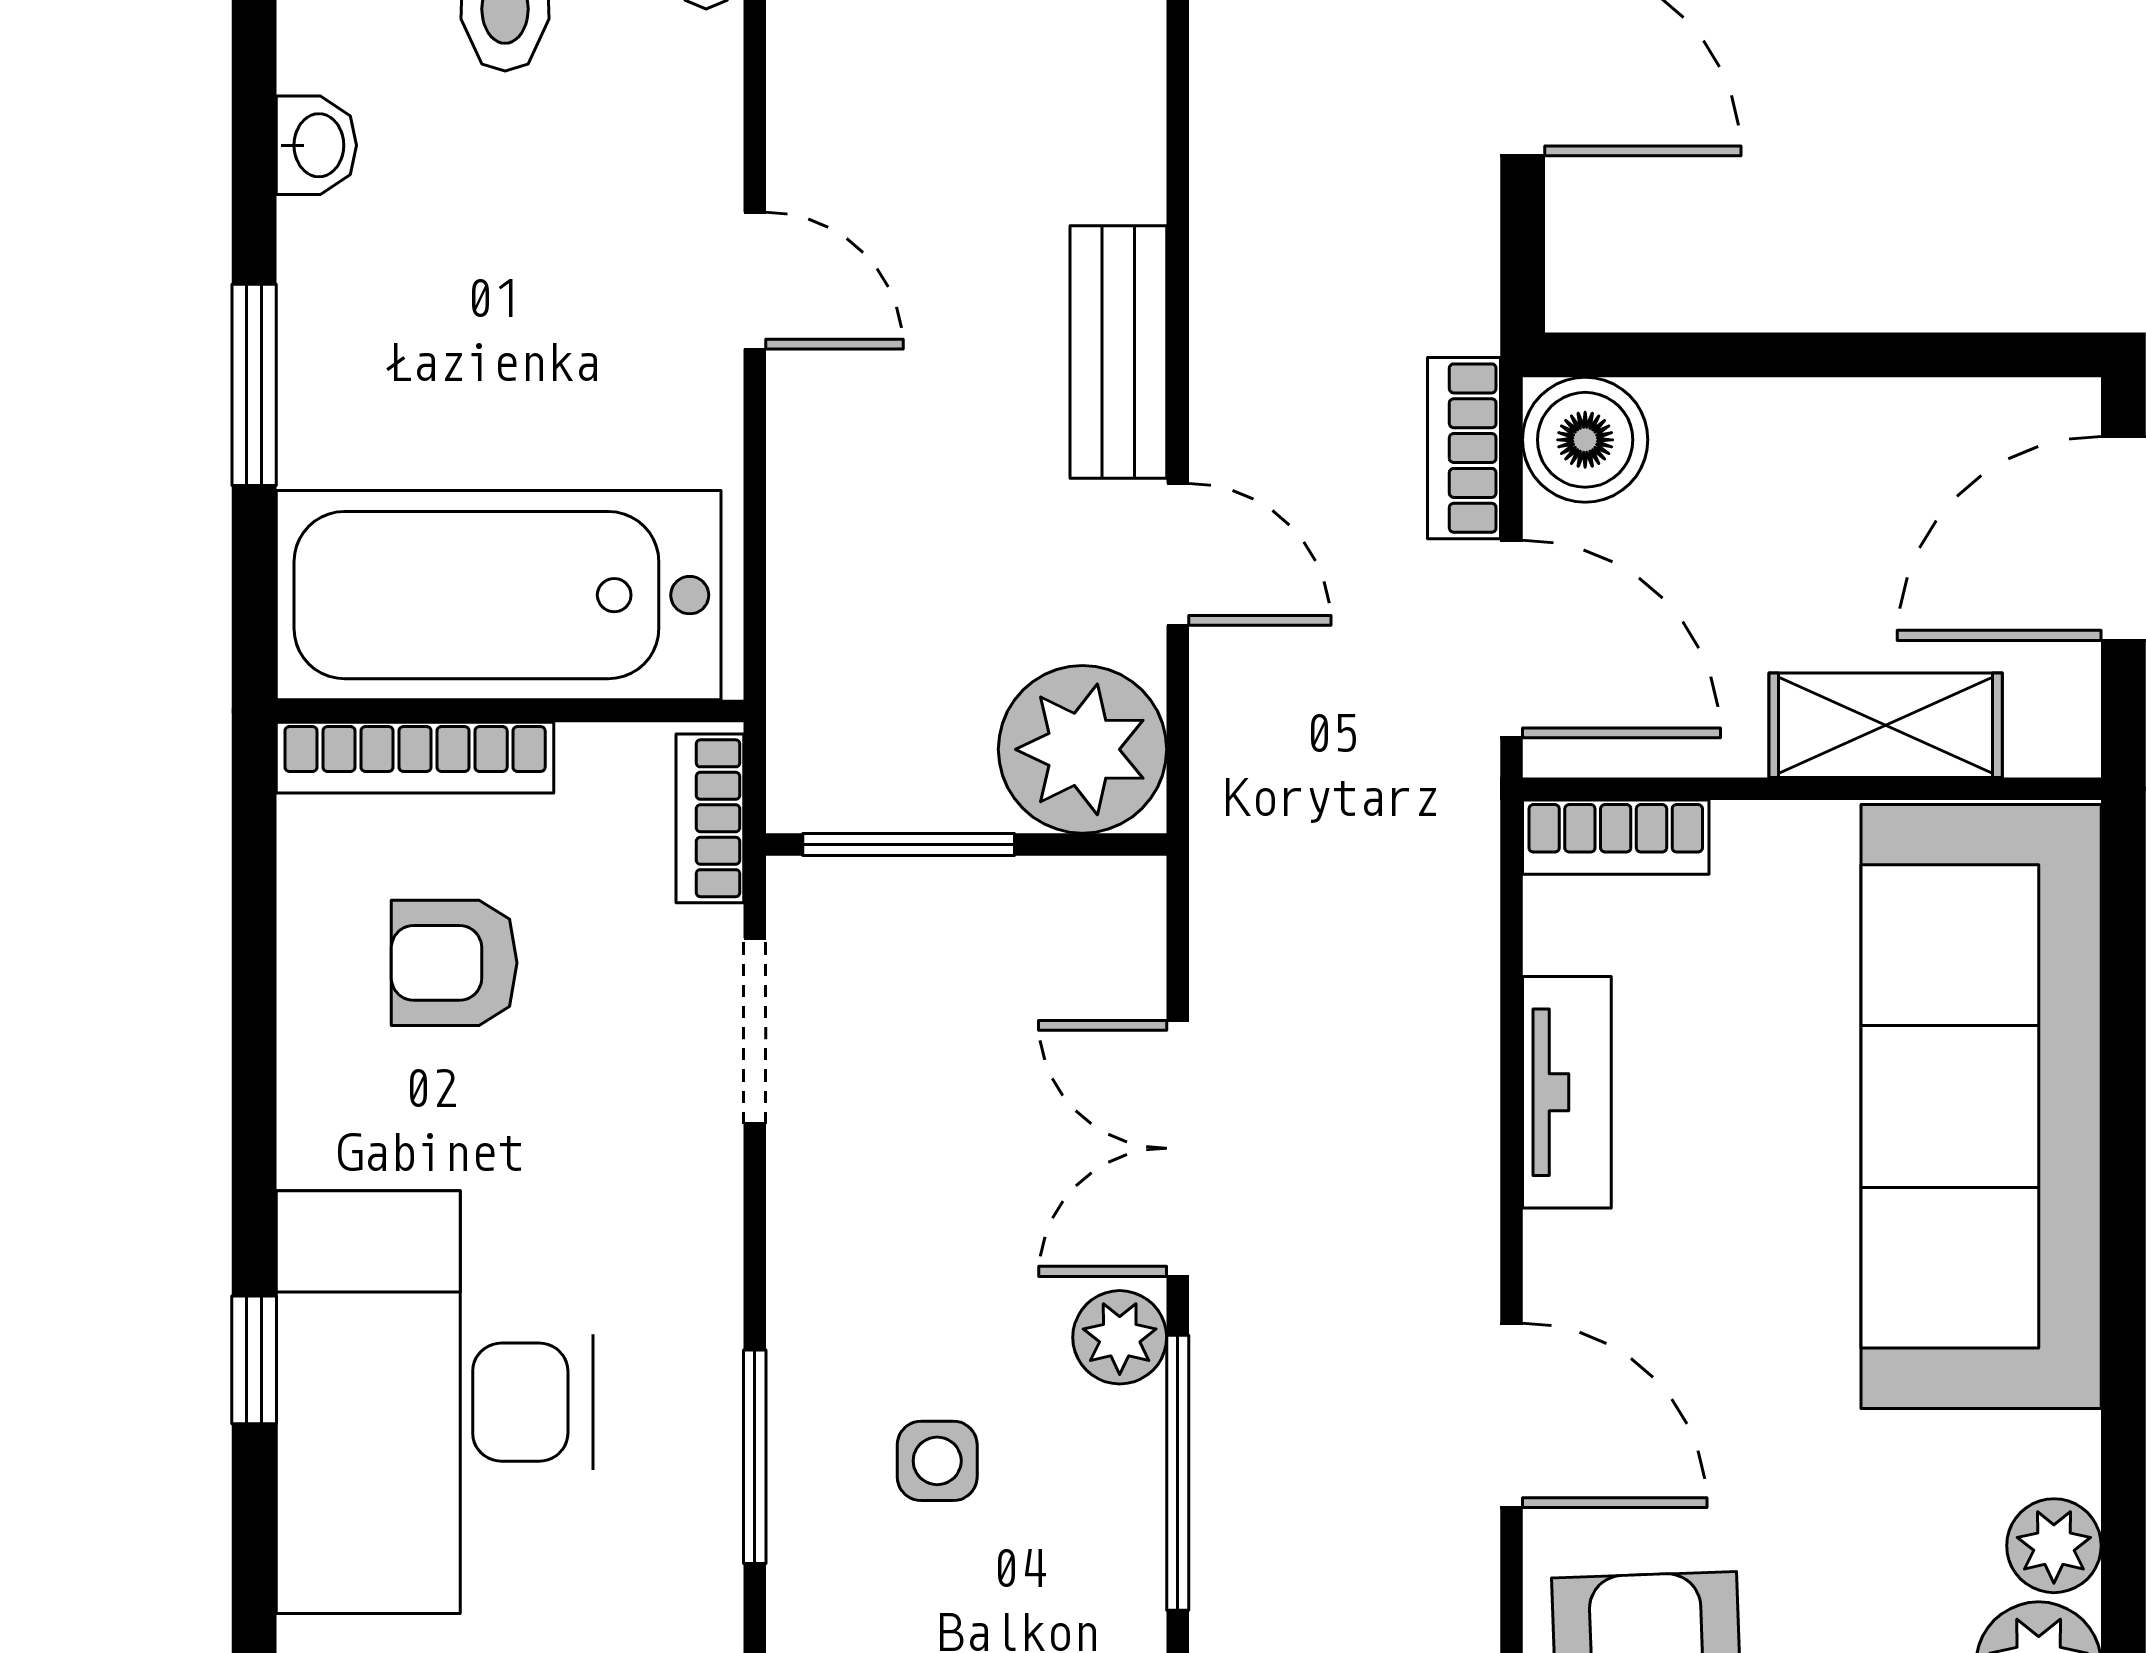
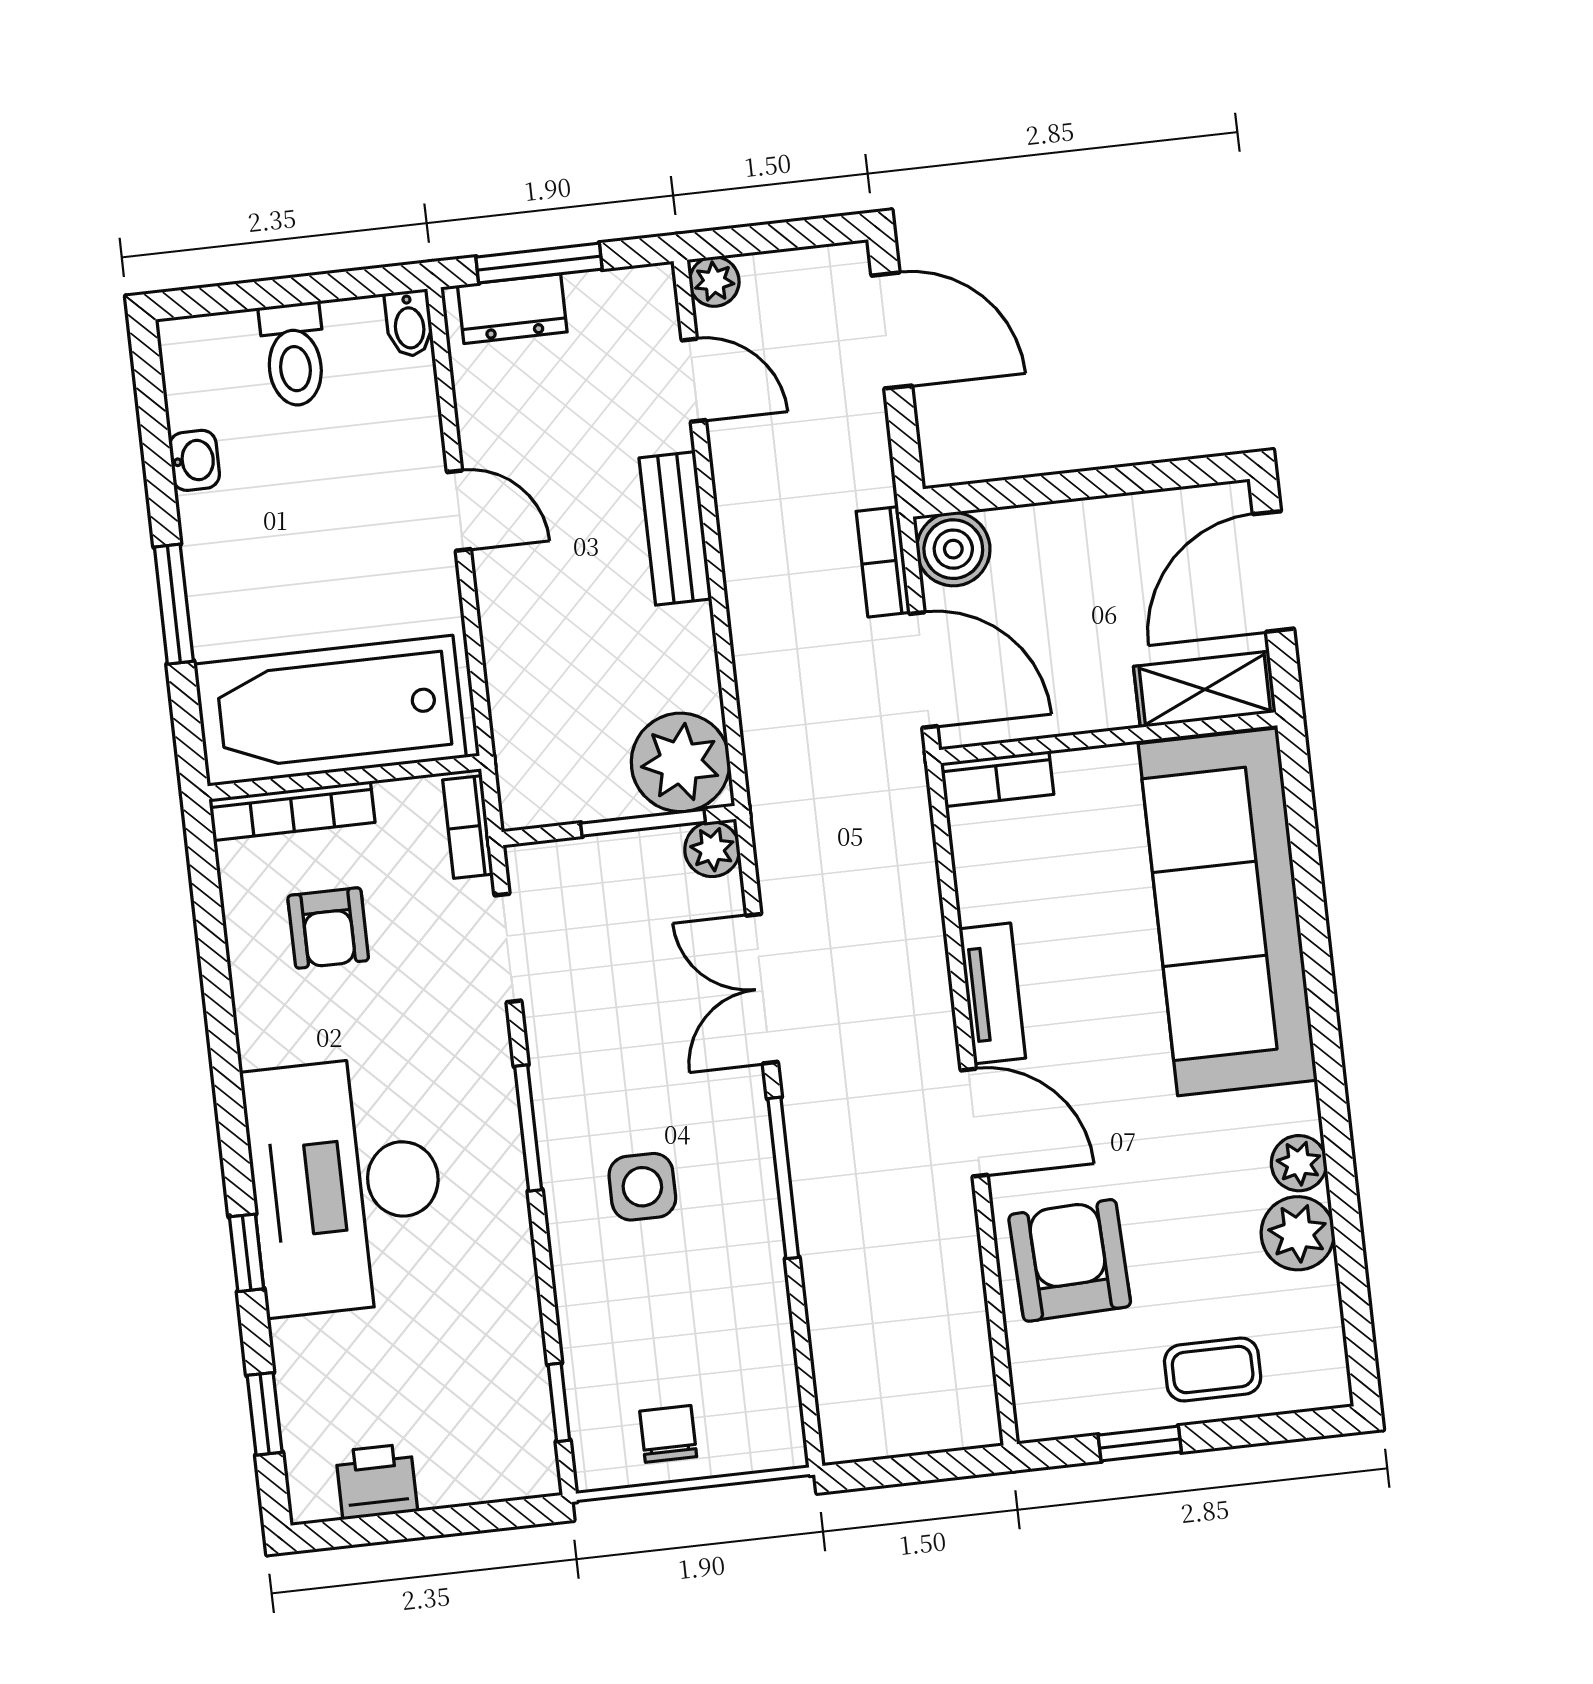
door: (1178, 554) -> (694, 380), moved
shelving: (1886, 725) -> (1205, 689), moved
window: (909, 844) -> (643, 823), moved
armchair: (454, 963) -> (328, 928), turned -90
tv unit: (1567, 1092) -> (992, 993), moved
plant: (1120, 1337) -> (712, 849), moved
window: (254, 1360) -> (247, 1253), moved
window: (755, 1457) -> (528, 1128), moved
side table: (937, 1461) -> (642, 1187), width x1.37, depth x1.37

